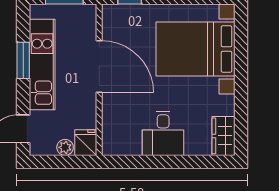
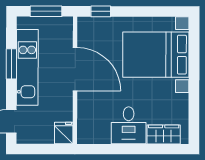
wardrobe: (223, 136) -> (164, 134), moved, turned 90
plant: (65, 147) -> (46, 137), removed

